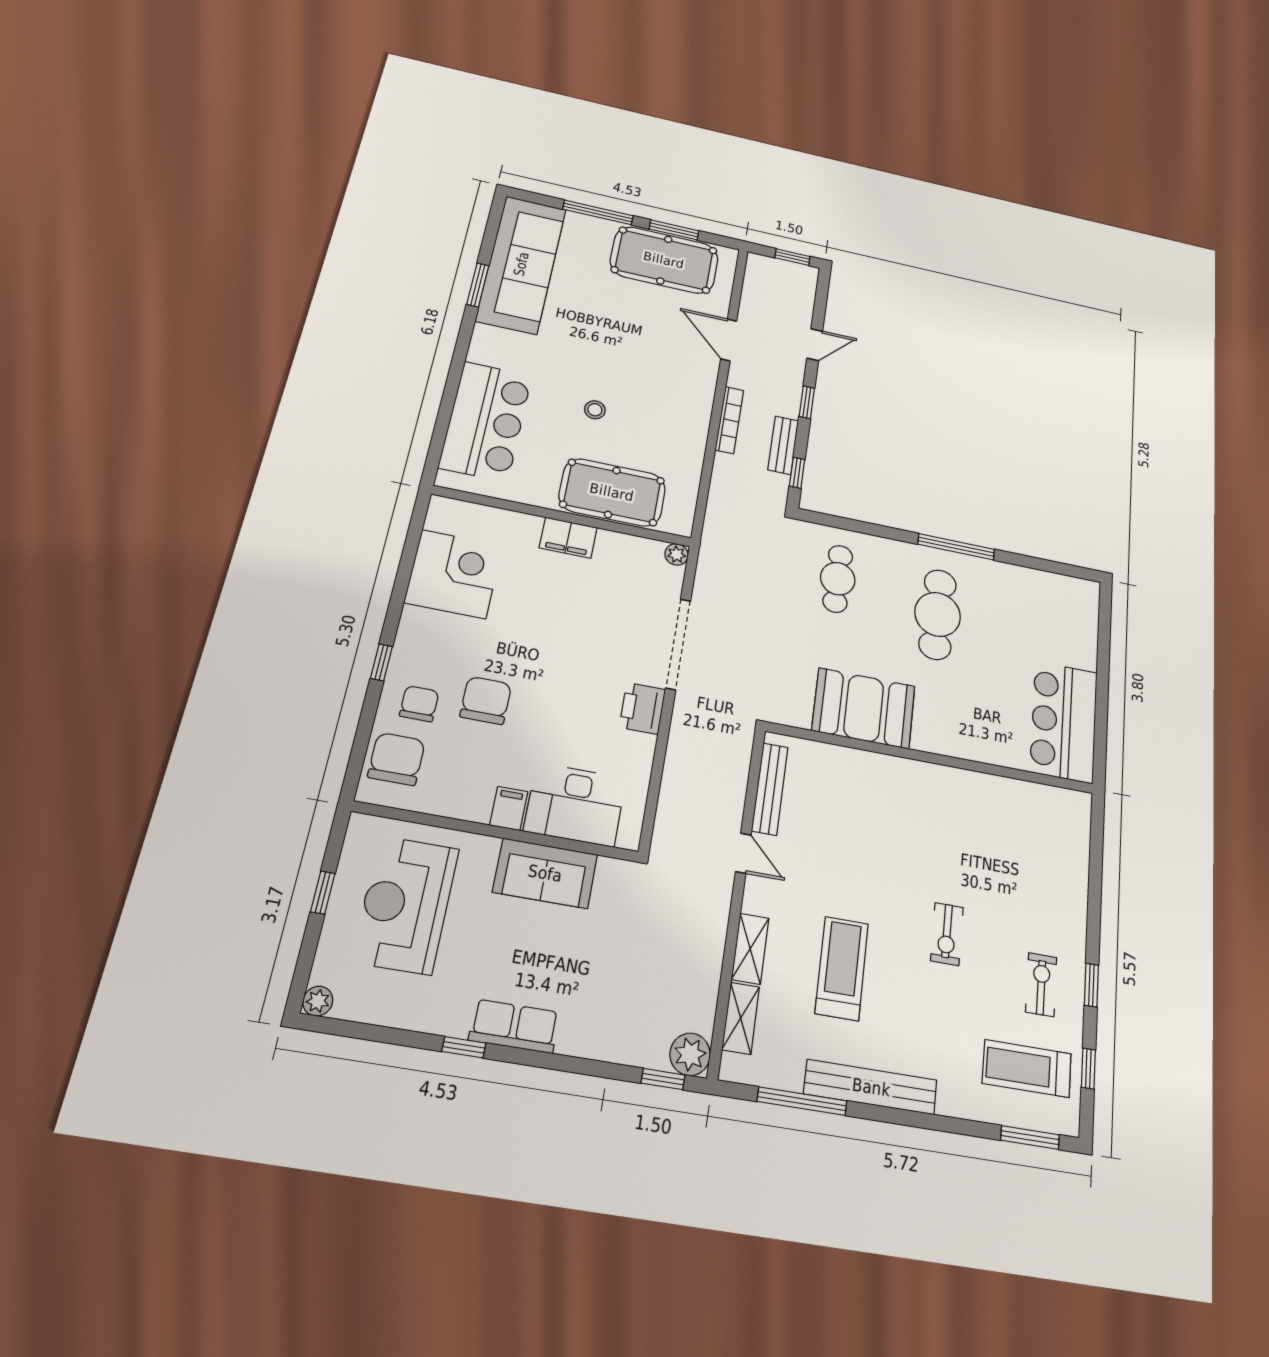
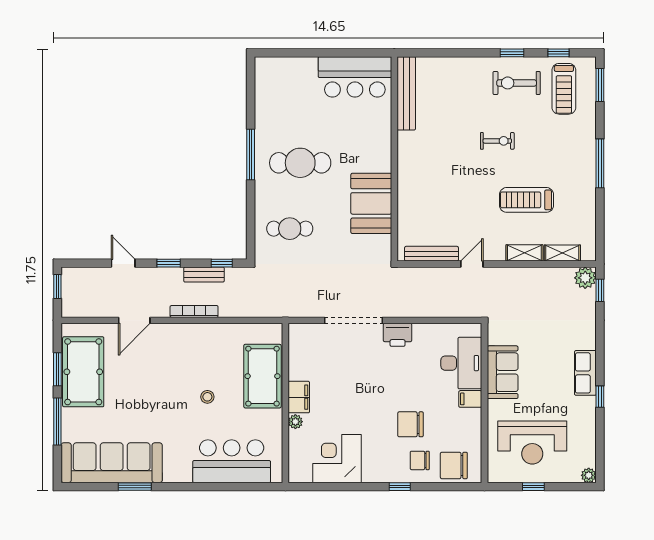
plant: (677, 554) -> (295, 422), moved
exercise bike: (1041, 985) -> (517, 83), width x1.38, depth x1.39
bench: (871, 1087) -> (406, 93), moved
window: (802, 1101) -> (600, 163), moved

